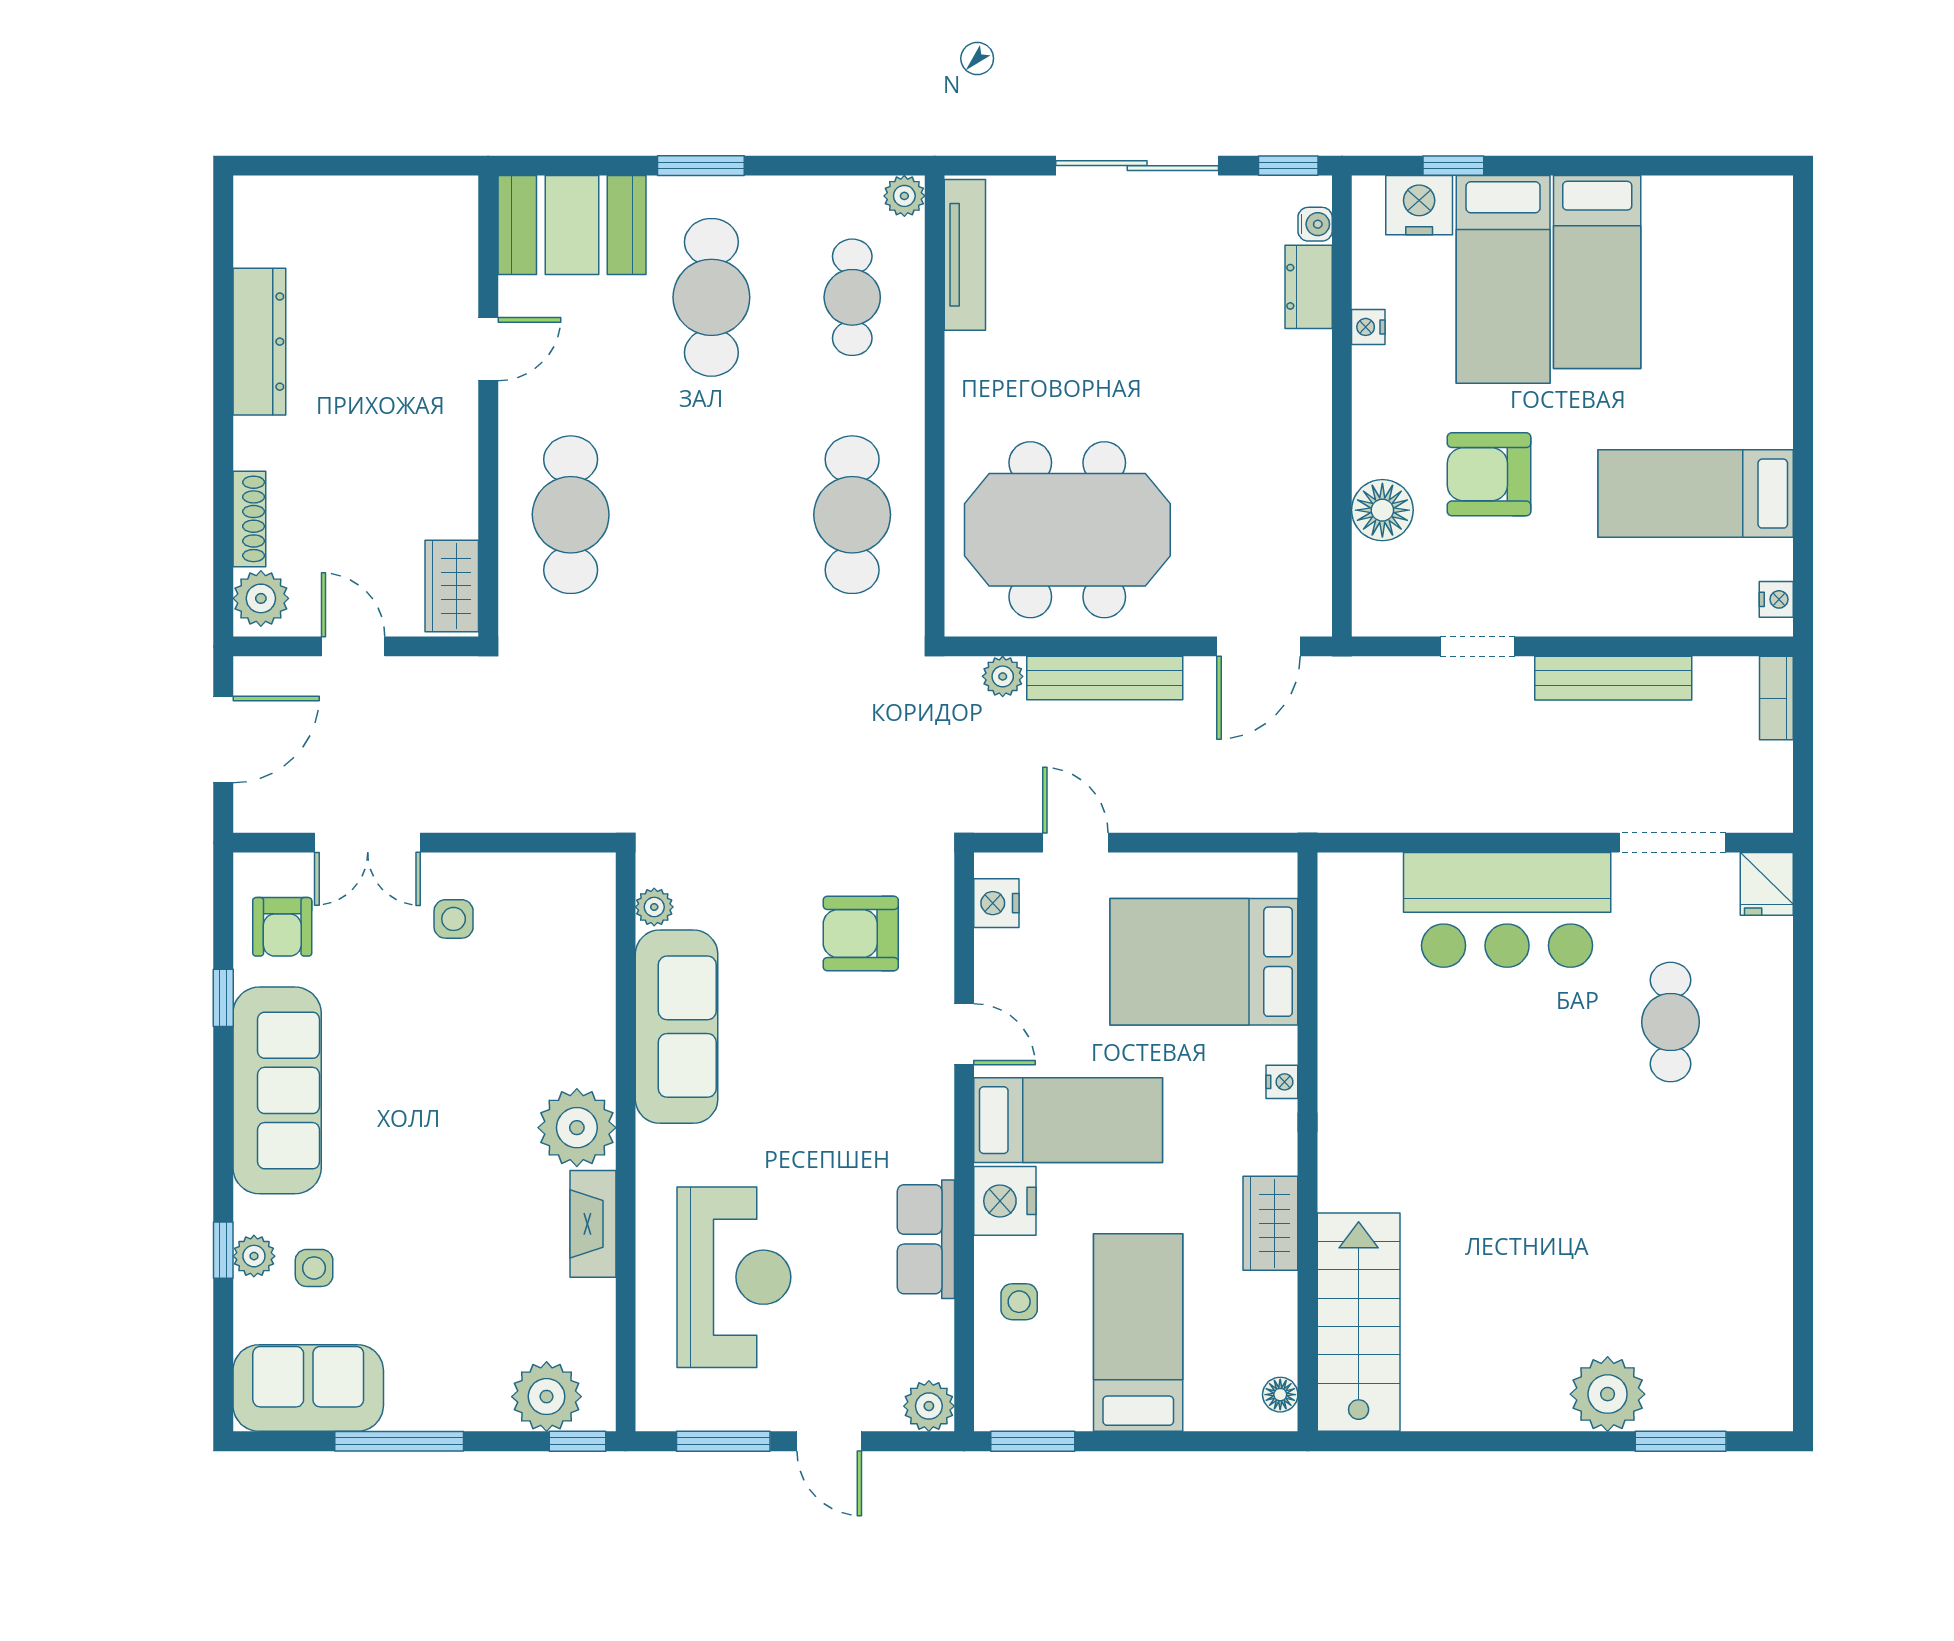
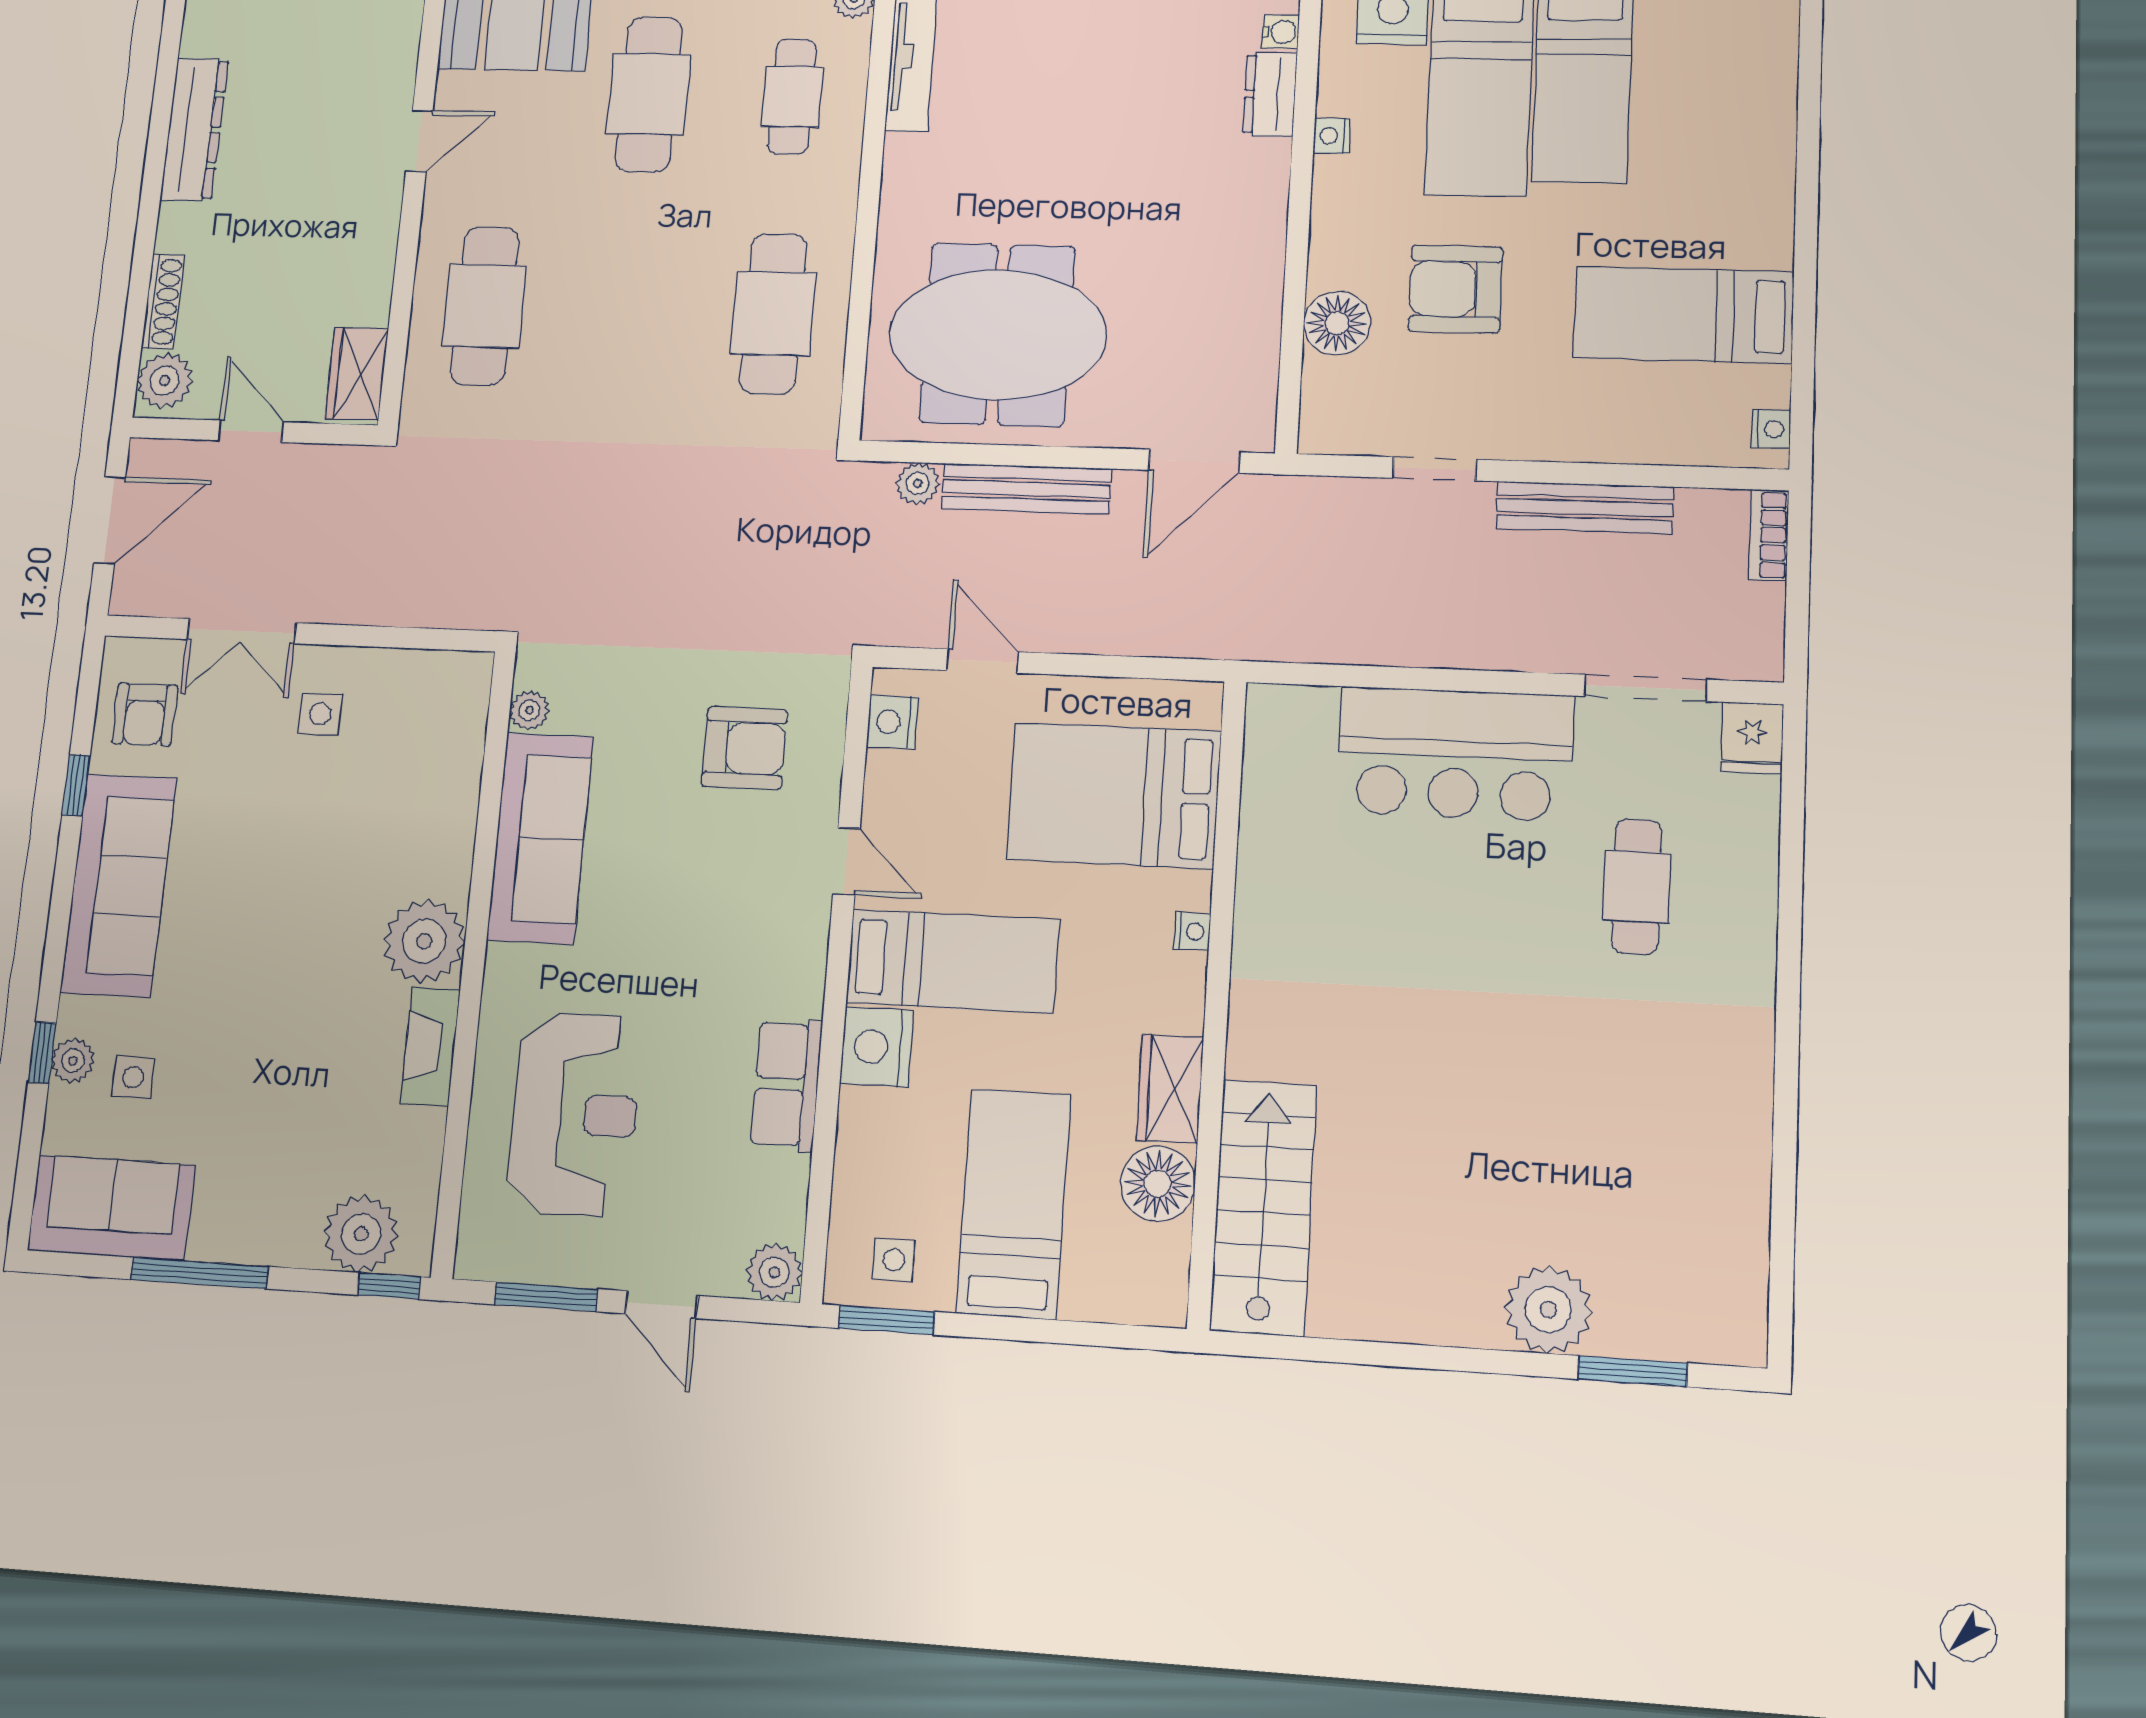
armchair: (861, 934) -> (744, 748), turned 180
side table: (1019, 1302) -> (894, 1260), moved
floor lamp: (1280, 1395) -> (1158, 1184), moved, width x1.89, depth x1.89

